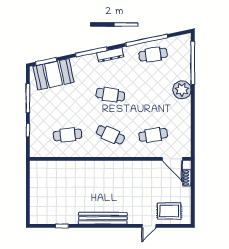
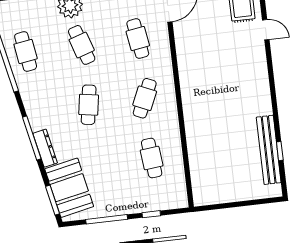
dresser: (110, 55) -> (45, 148), moved
cafe table: (153, 95) -> (82, 45), added
bench: (103, 218) -> (269, 150), moved

